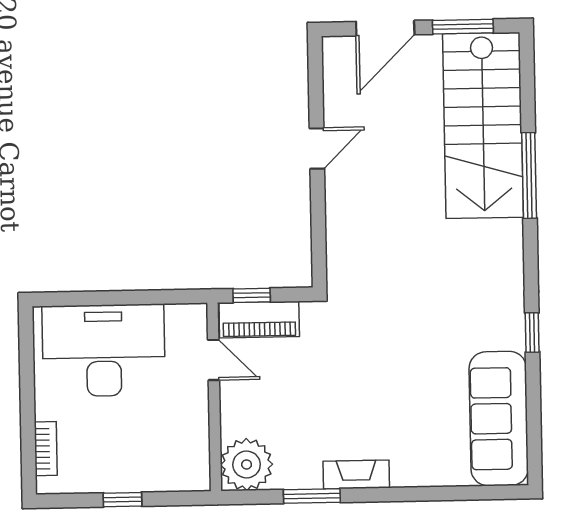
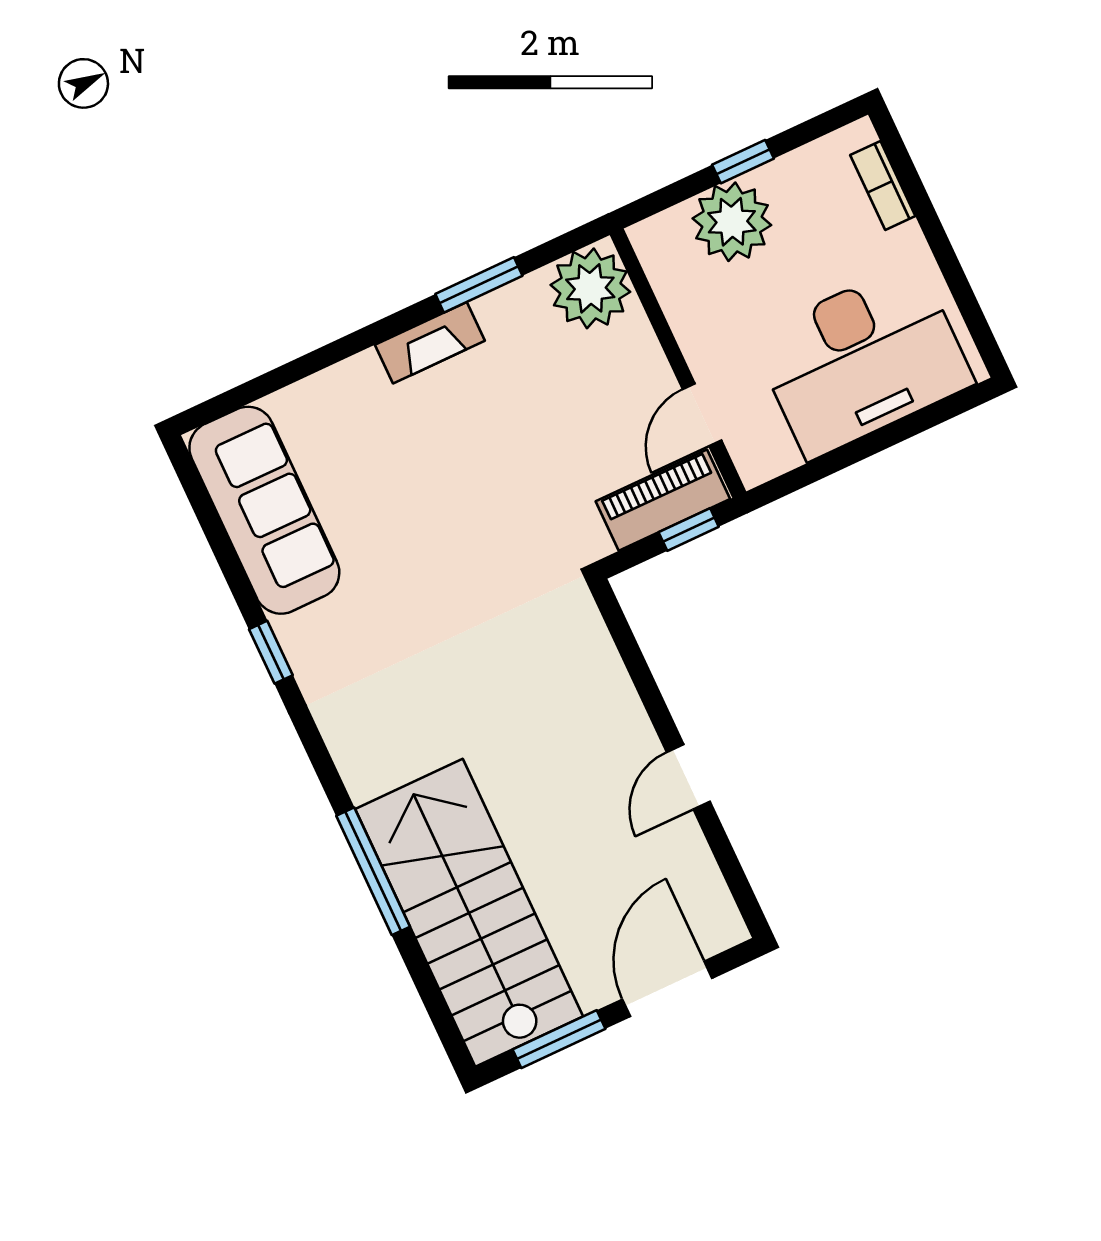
door: (213, 360) -> (702, 415), hinge flipped
plant: (145, 467) -> (732, 222), added

